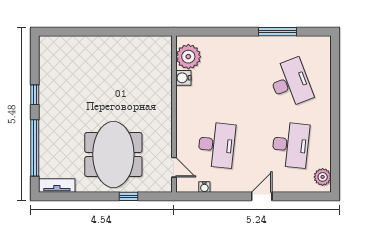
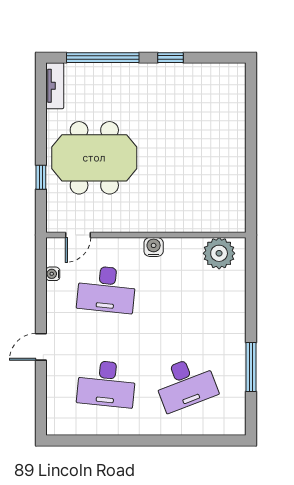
water cooler: (183, 78) -> (154, 247), moved
plant: (323, 177) -> (66, 424), removed
door: (262, 196) -> (41, 347), swing flipped

